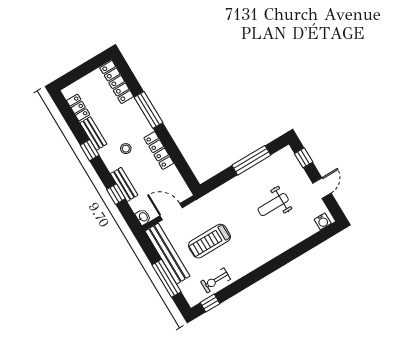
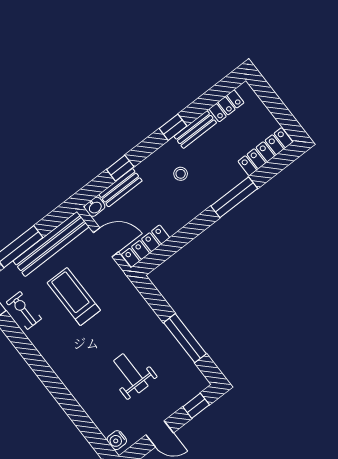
locker: (159, 150) -> (146, 246), moved
bench: (124, 184) -> (120, 188), moved
door: (171, 212) -> (106, 242), hinge flipped

